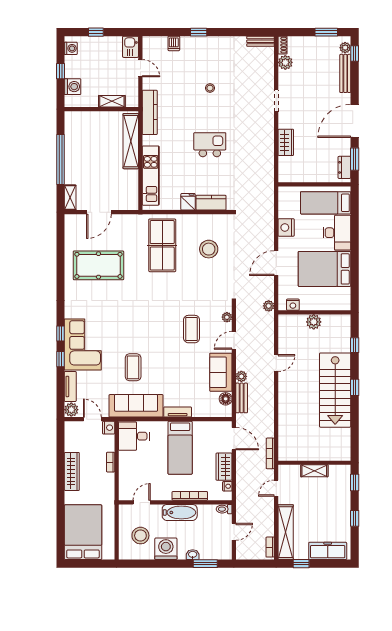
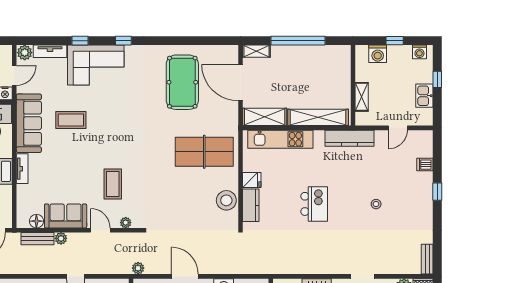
kitchen sink: (131, 47) -> (424, 96), moved, turned -90
shelving: (130, 190) -> (265, 117), added
door: (99, 212) -> (240, 83), width x1.36
stool: (209, 249) -> (226, 200), moved
coffee table: (192, 329) -> (113, 184), turned 90
window: (60, 334) -> (123, 41), moved

